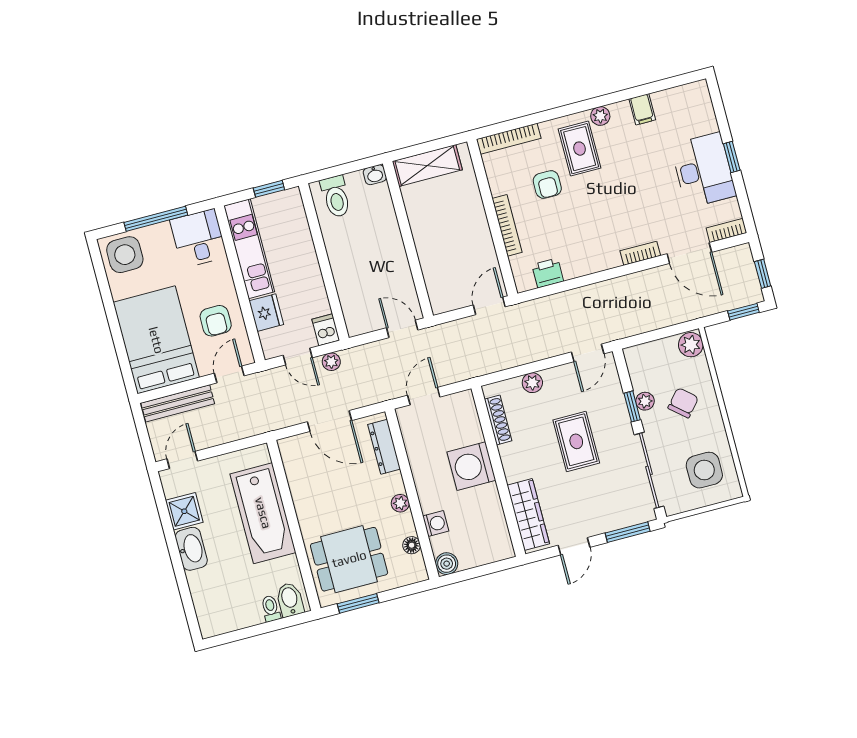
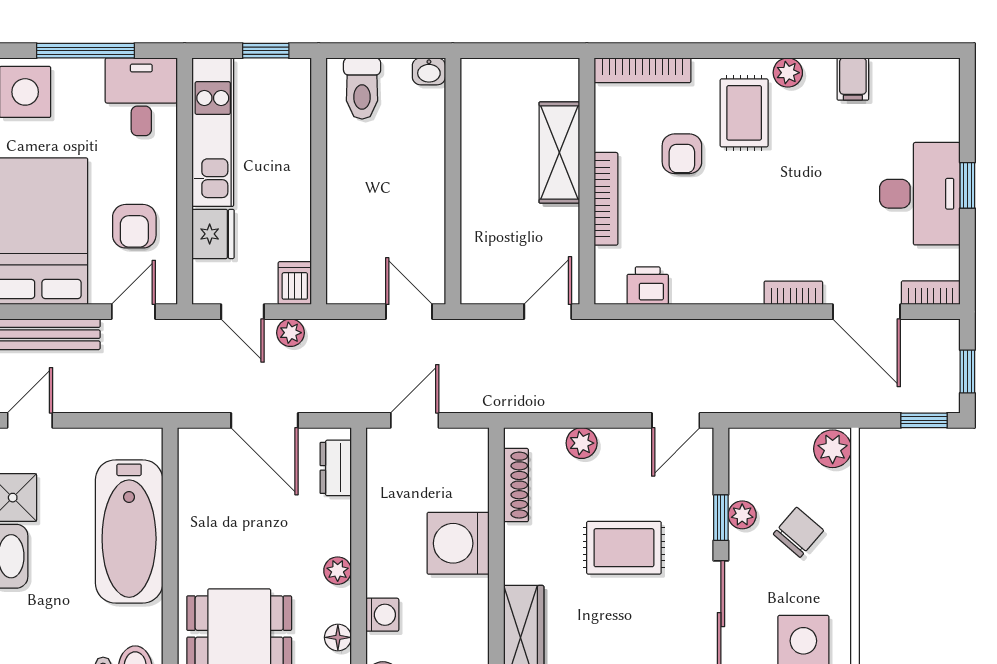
shelving: (427, 165) -> (559, 153), moved, turned 90
rug: (576, 441) -> (624, 548), turned 90
dresser: (384, 447) -> (336, 468), width x0.70

